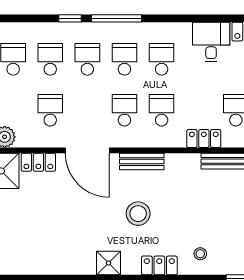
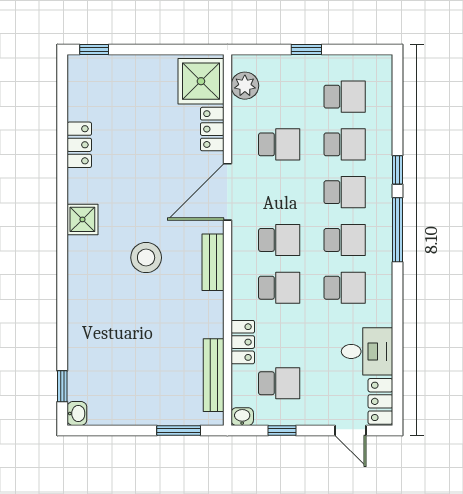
stool: (200, 254) -> (94, 338), removed
locker: (159, 265) -> (79, 145), moved

